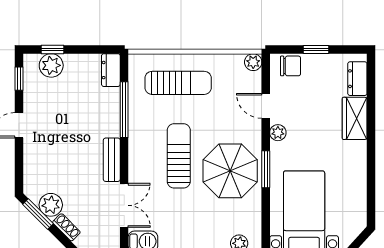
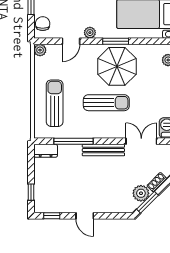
plant: (51, 65) -> (42, 193), removed
sun lounger: (179, 156) -> (106, 103), turned 180
bench: (112, 160) -> (103, 150), width x1.36

